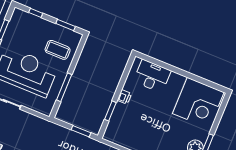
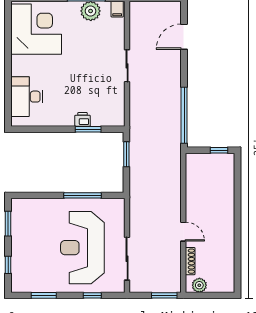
coffee table: (58, 50) -> (41, 221), removed
printer: (124, 97) -> (83, 119), moved

